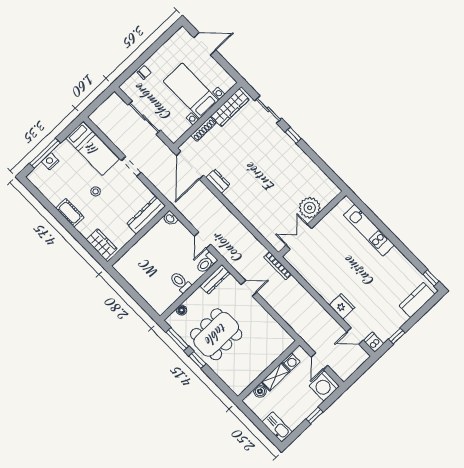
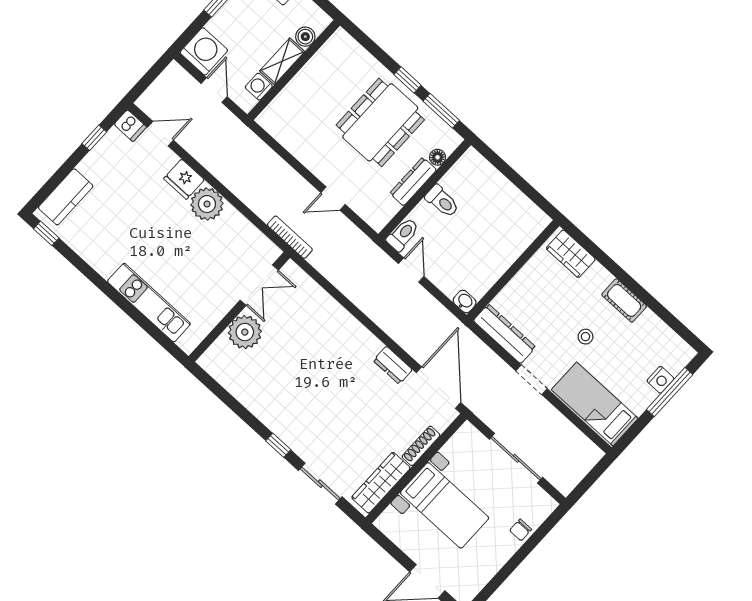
dresser: (146, 215) -> (505, 334), moved, turned -90
dresser: (215, 279) -> (413, 182), moved
plant: (328, 290) -> (207, 204), added

